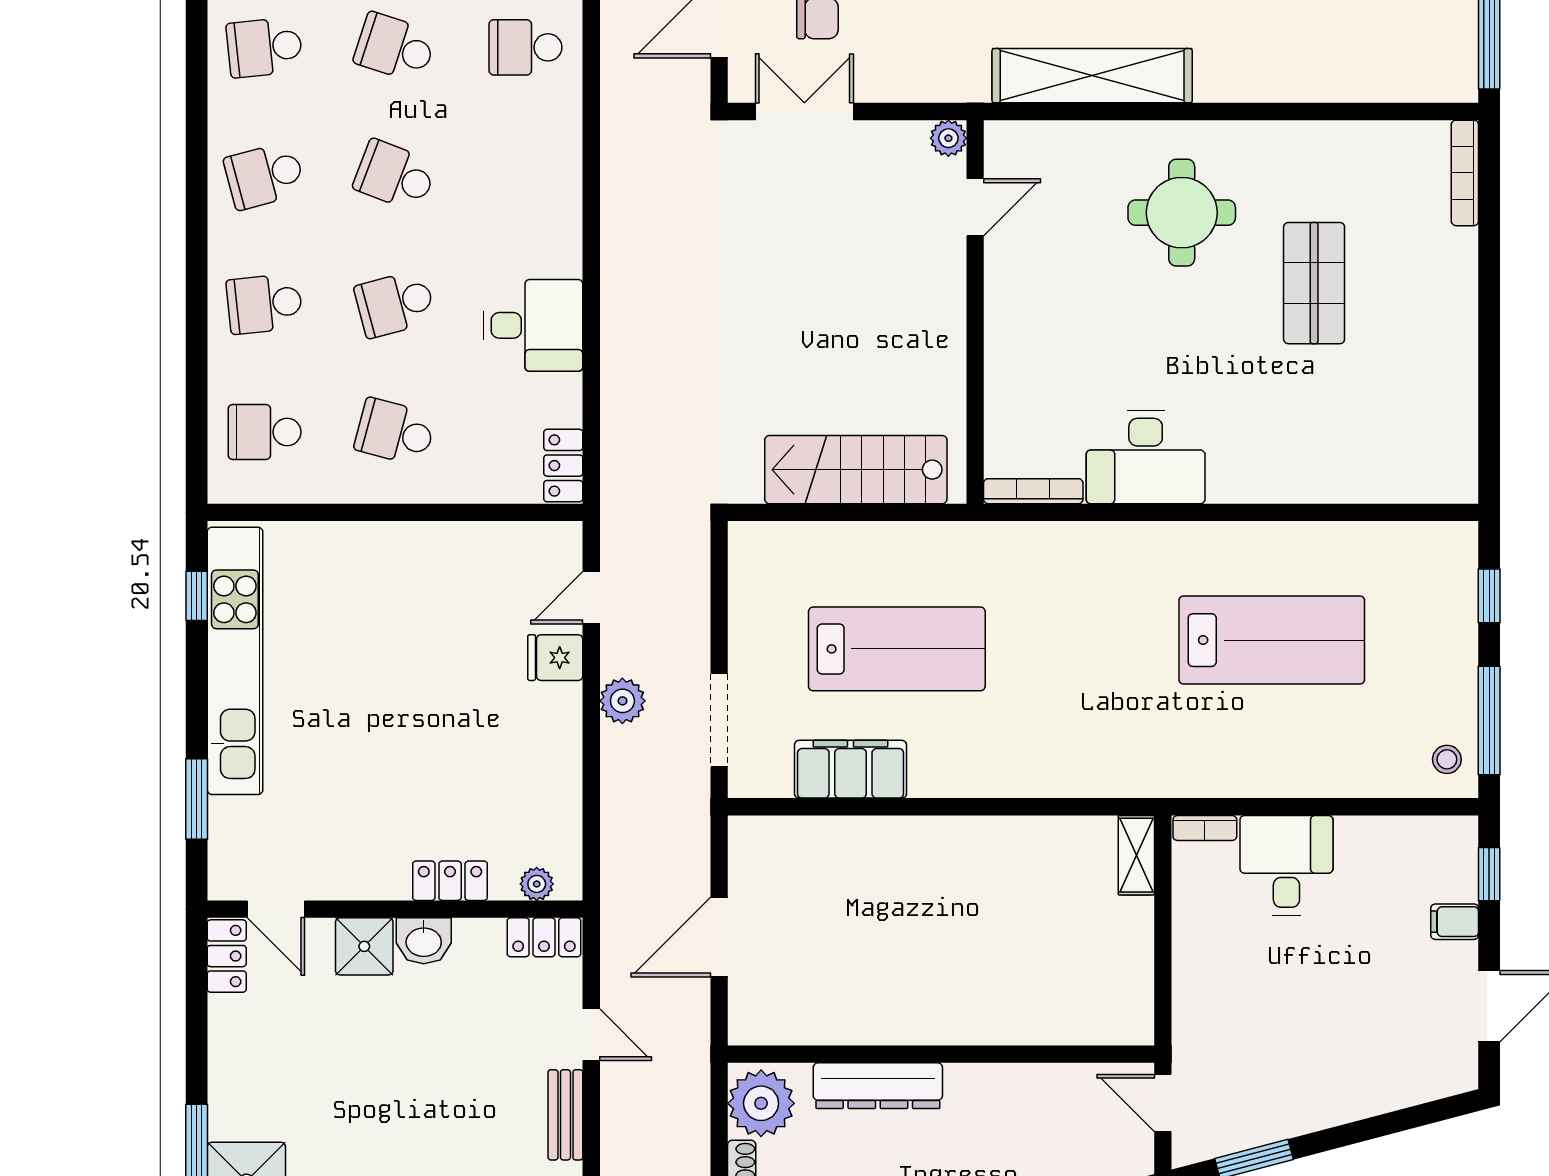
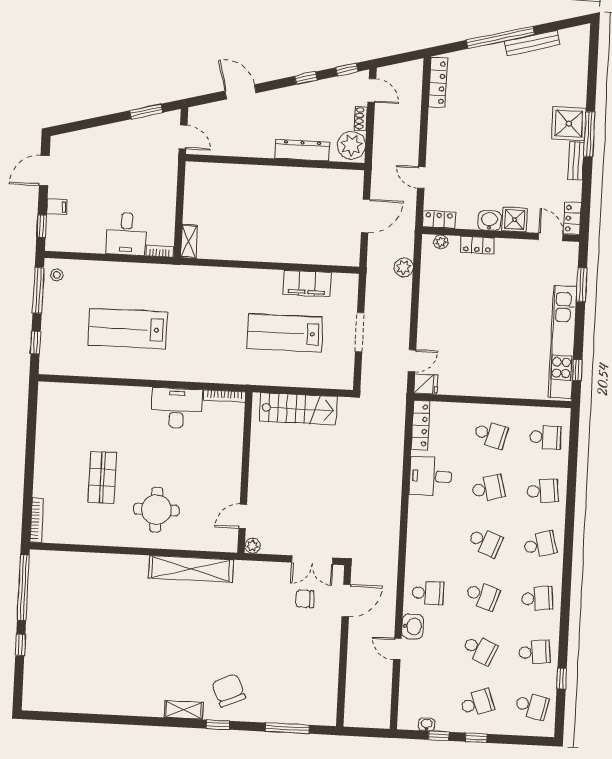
locker: (563, 466) -> (420, 425), width x1.53
fridge: (555, 658) -> (426, 384), moved
plant: (622, 701) -> (404, 267), moved
doorway: (719, 720) -> (360, 332), moved
bench: (565, 1115) -> (576, 161), moved

